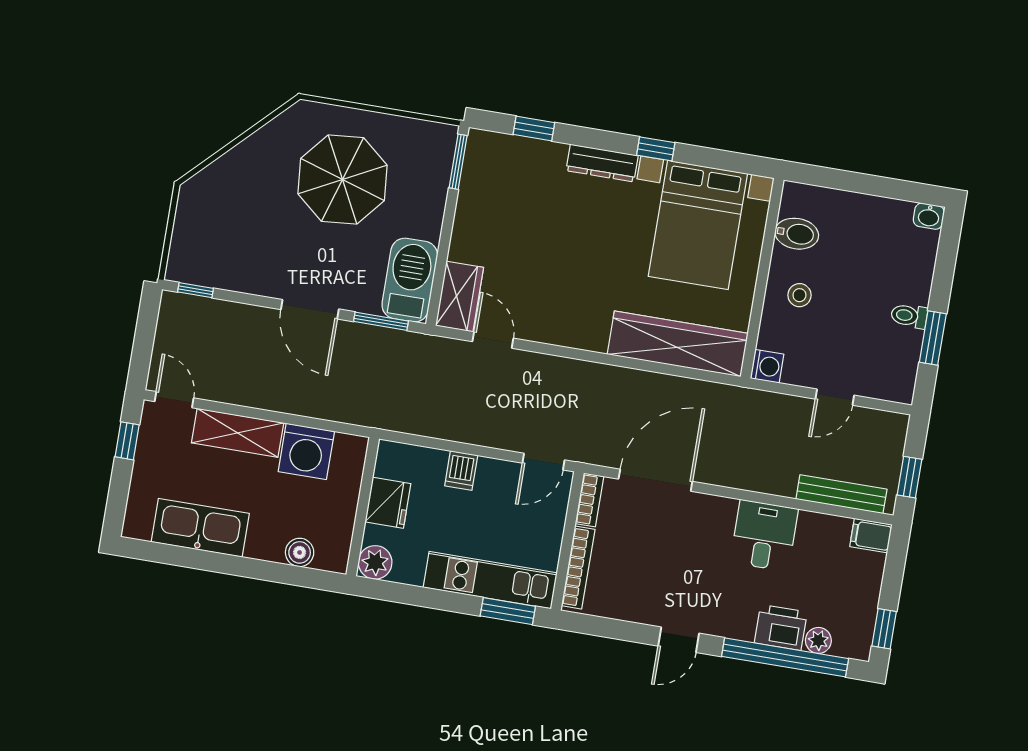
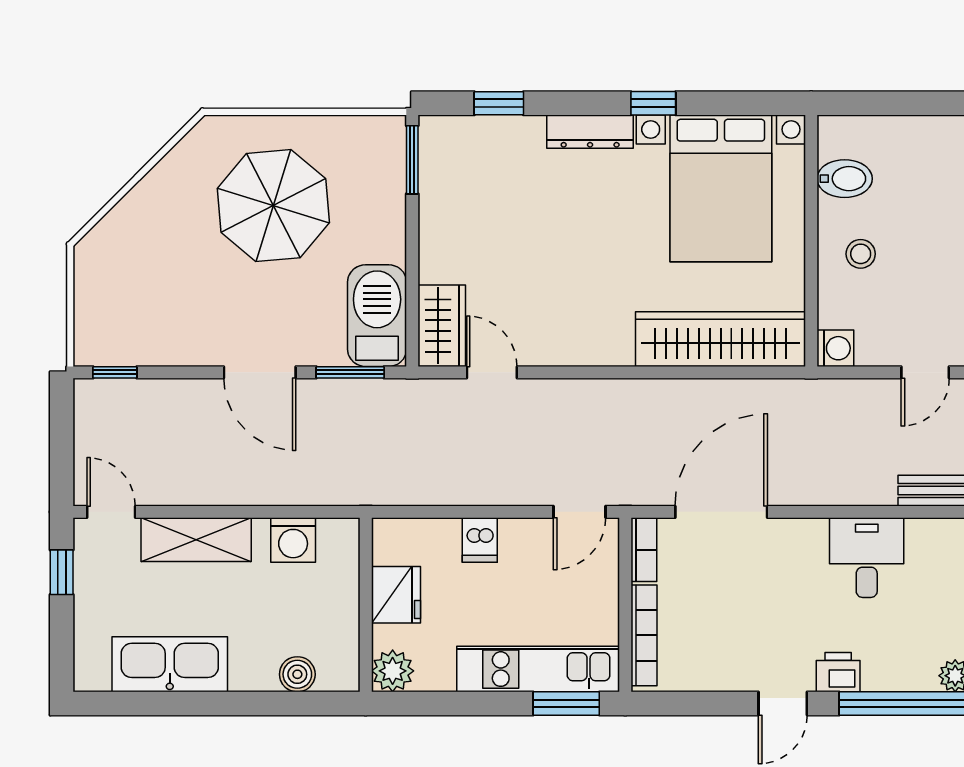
washing machine: (306, 451) -> (293, 540), width x0.73, depth x0.73
printer: (781, 627) -> (838, 672), moved, width x0.73, depth x0.81

